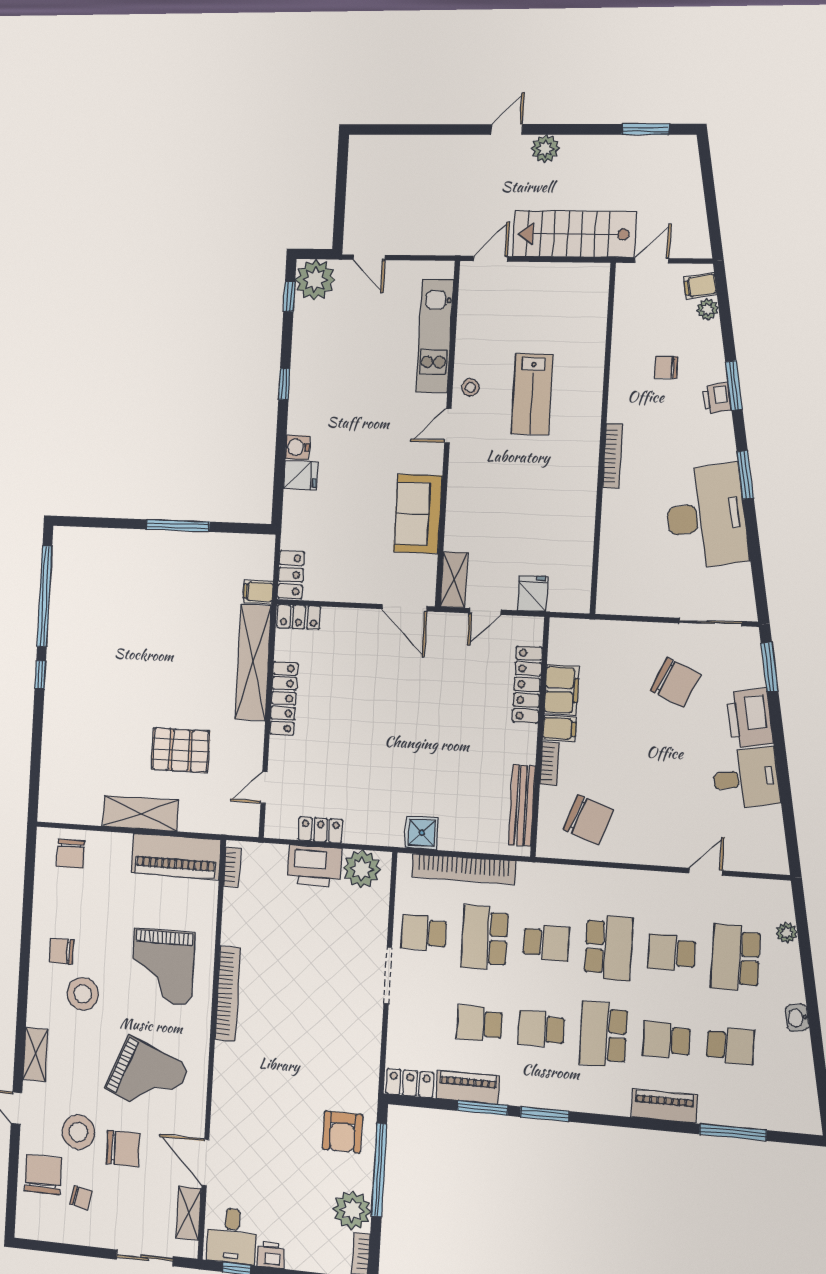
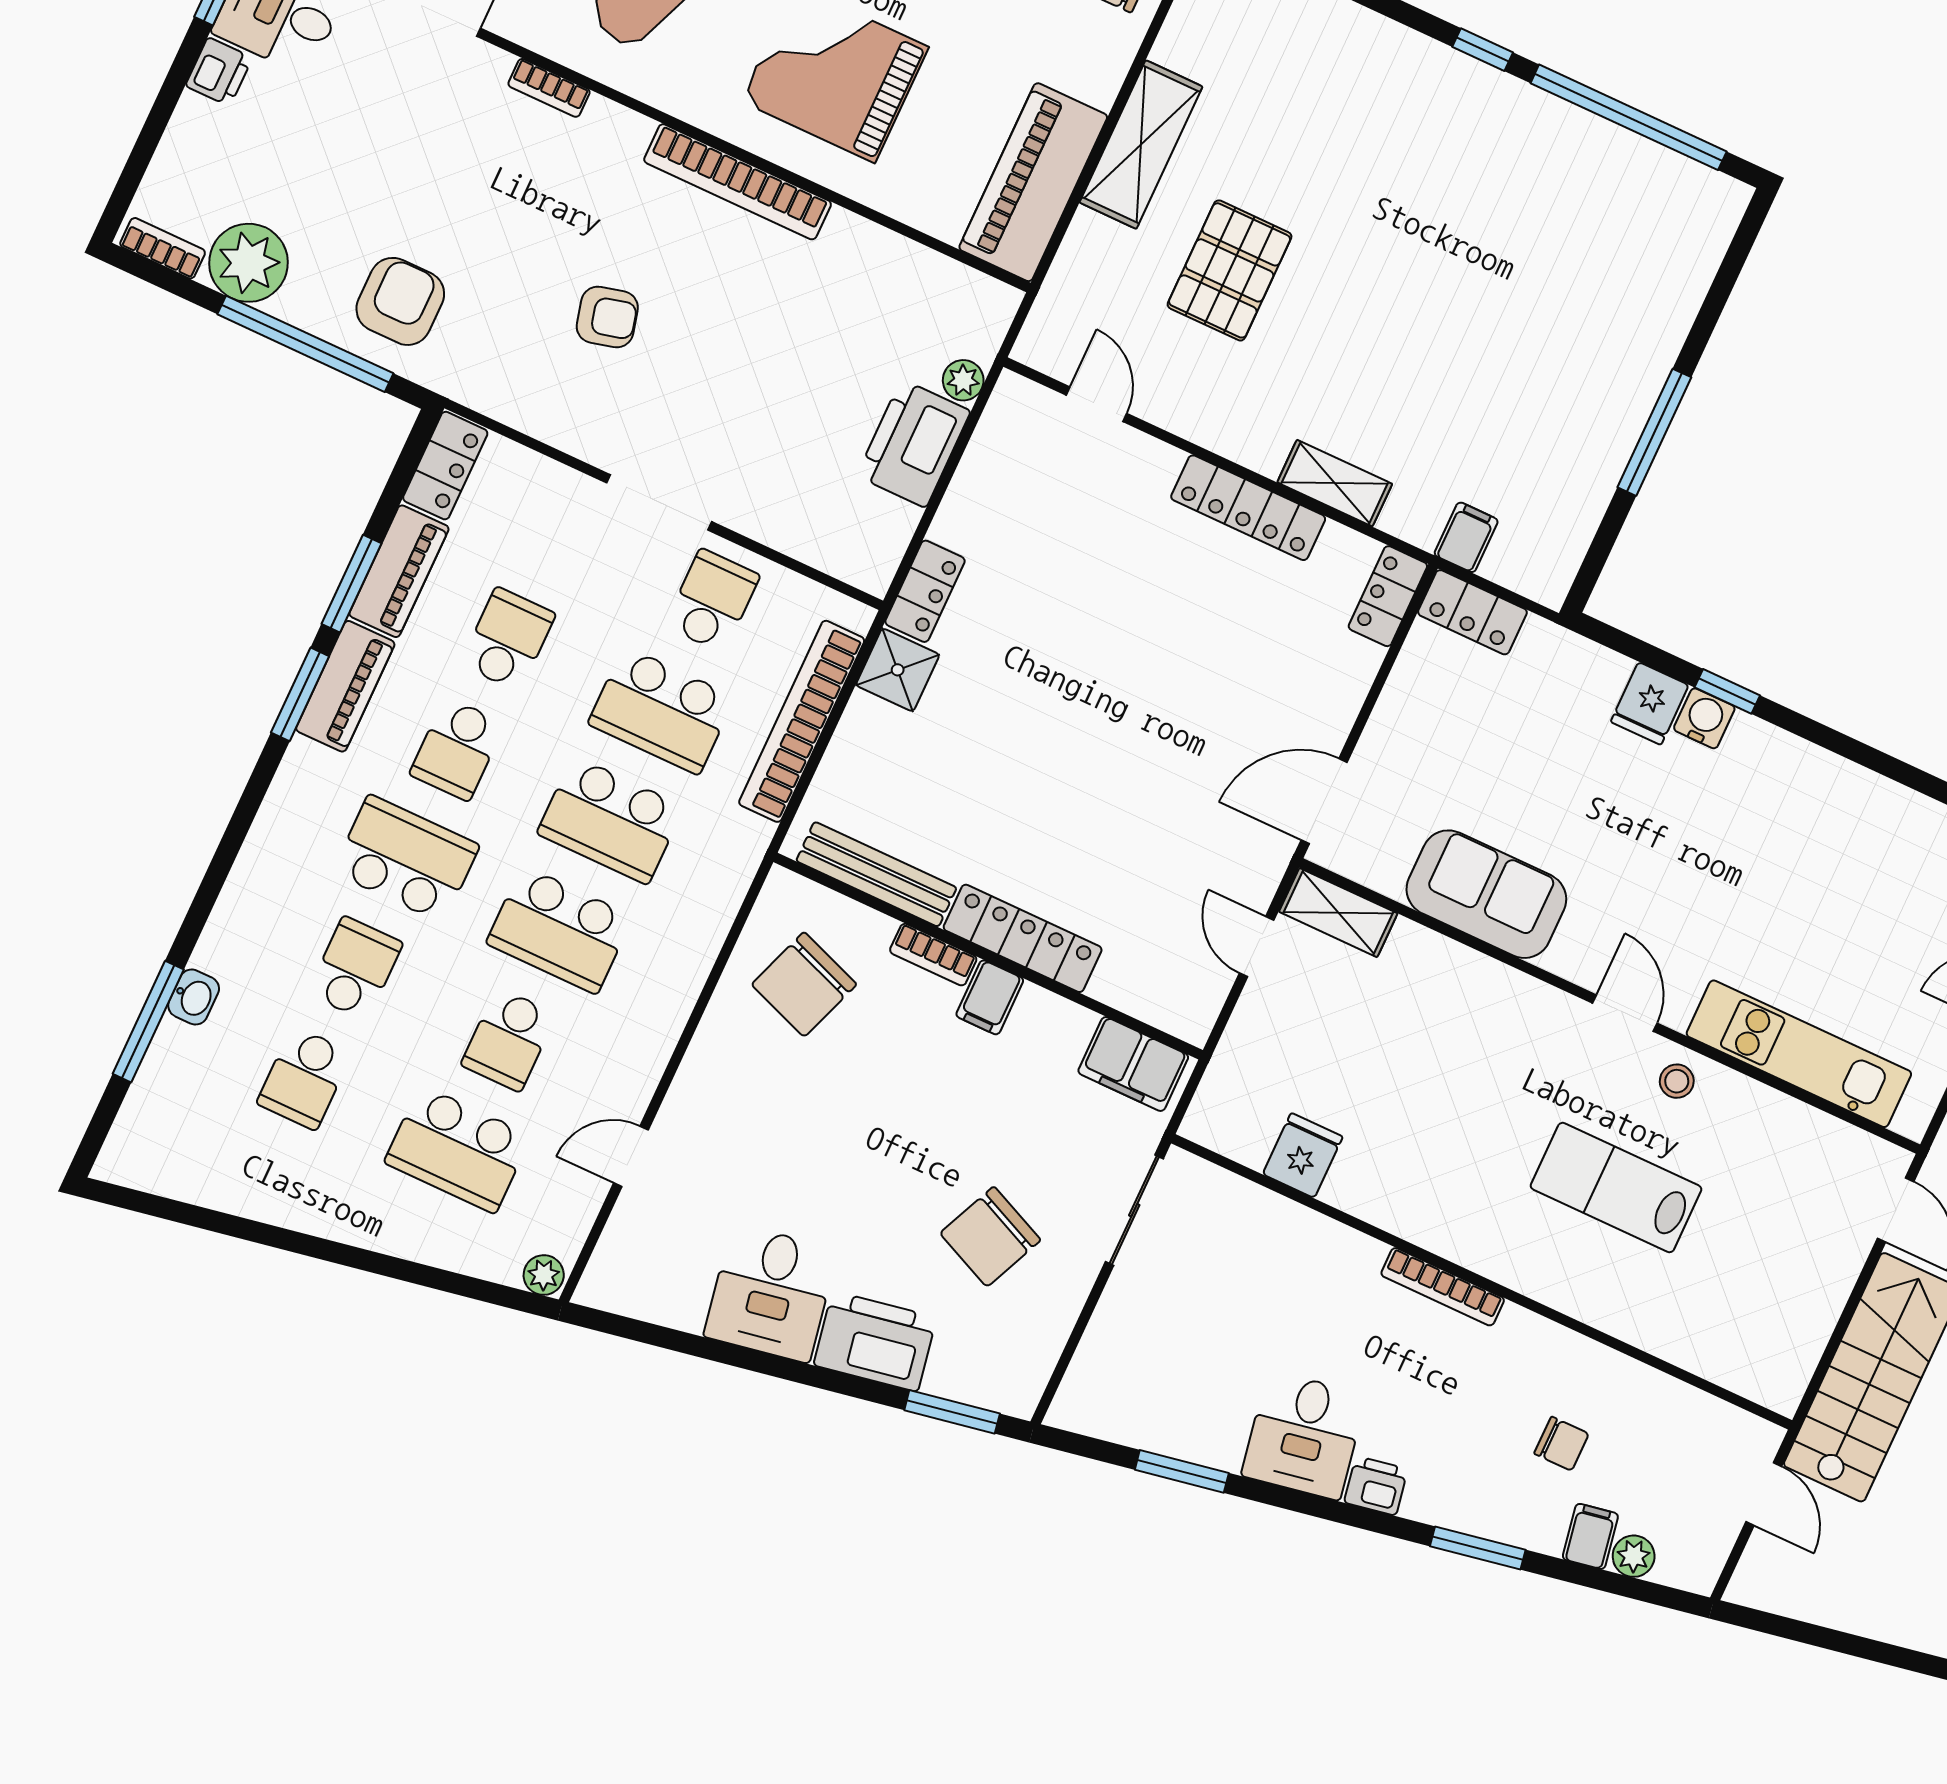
filing cabinet: (700, 286) -> (1590, 1536), moved
chair: (666, 367) -> (1561, 1444), turned 90
window: (284, 384) -> (1727, 691), moved
printer: (717, 398) -> (1376, 1486), moved
window: (745, 475) -> (1182, 1471), moved
desk: (706, 517) -> (1304, 1435), width x0.53, depth x0.77
fridge: (533, 594) -> (1303, 1155), moved, turned -90
sliding door: (710, 622) -> (1134, 1210), moved
shelving: (253, 663) -> (1335, 483), width x0.45, depth x0.75
locker: (527, 685) -> (1023, 938), moved
filing cabinet: (562, 690) -> (1133, 1064), moved
locker: (320, 830) -> (925, 591), moved
bookcase: (232, 867) -> (549, 88), moved
plant: (362, 869) -> (963, 380), moved, width x0.53, depth x0.53
door: (705, 872) -> (631, 1156), swing flipped
plant: (787, 933) -> (544, 1275), moved
school desk: (485, 938) -> (661, 710), turned 180
school desk: (546, 943) -> (610, 820), width x1.85
school desk: (672, 953) -> (509, 1040), turned 180
school desk: (736, 958) -> (458, 1149), turned 180
washbasin: (797, 1018) -> (194, 997), moved, turned 100
school desk: (541, 1029) -> (457, 749), turned 180
armchair: (312, 1032) -> (607, 317), added
piano: (664, 1106) -> (345, 686), moved
armchair: (342, 1132) -> (400, 301), turned 90

